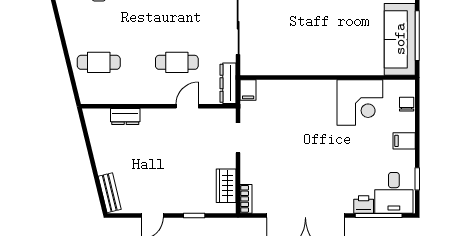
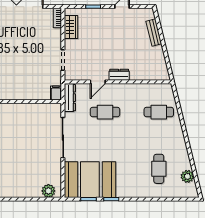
dresser: (125, 117) -> (119, 75), moved
bench: (110, 193) -> (154, 33), moved

